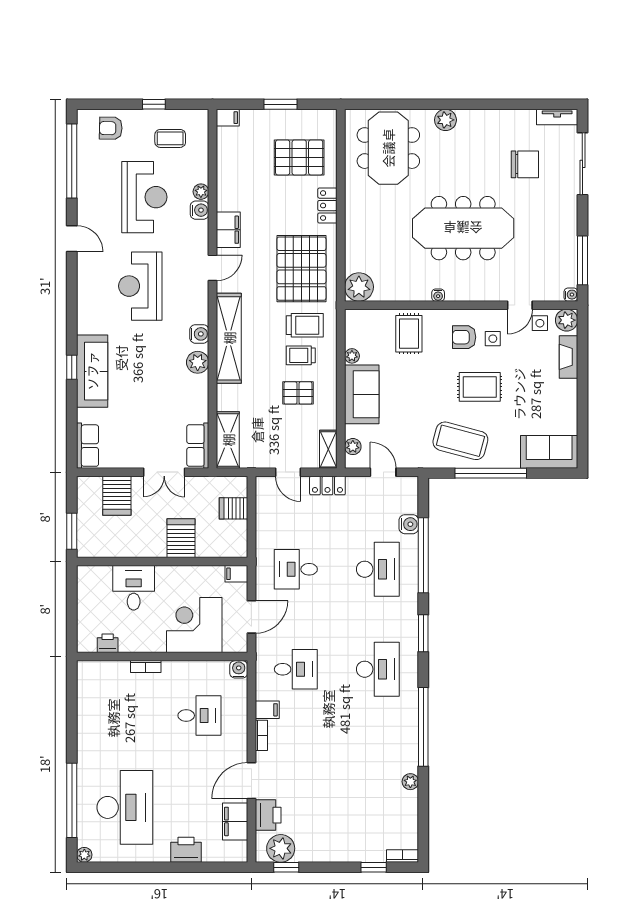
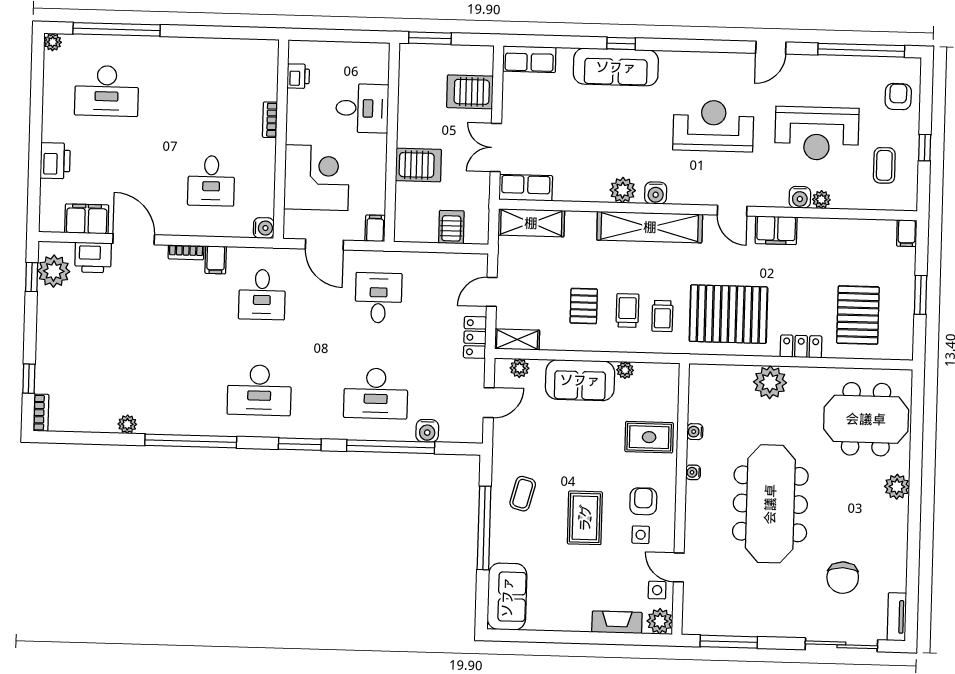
plant: (359, 287) -> (770, 382), moved
water cooler: (571, 295) -> (695, 432), moved, turned 90
trolley: (305, 325) -> (662, 316), width x0.73, depth x0.72
coffee table: (460, 441) -> (523, 494), width x0.54, depth x0.58
desk: (125, 807) -> (107, 91), width x0.73, depth x0.77

